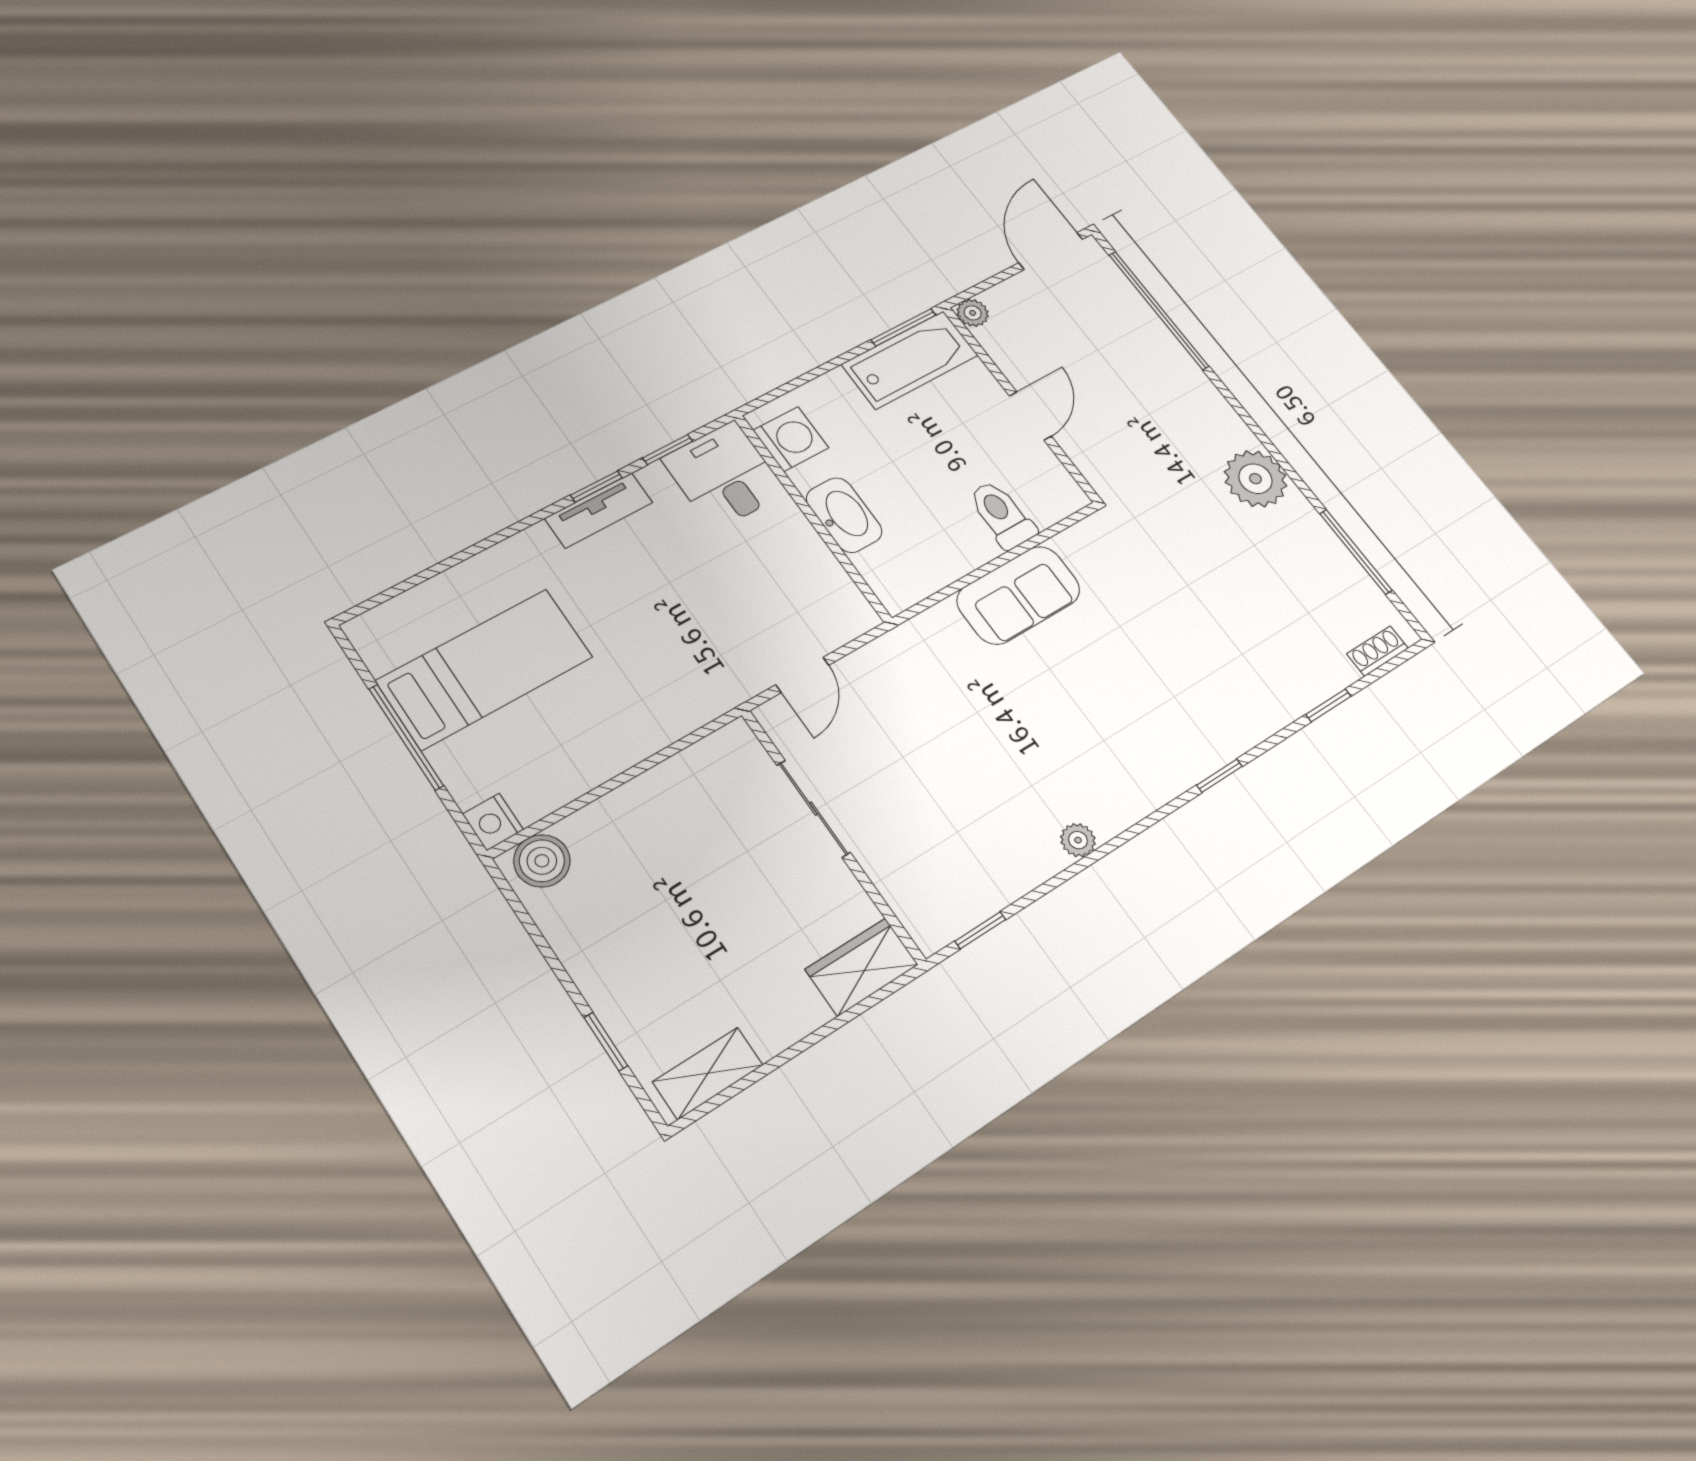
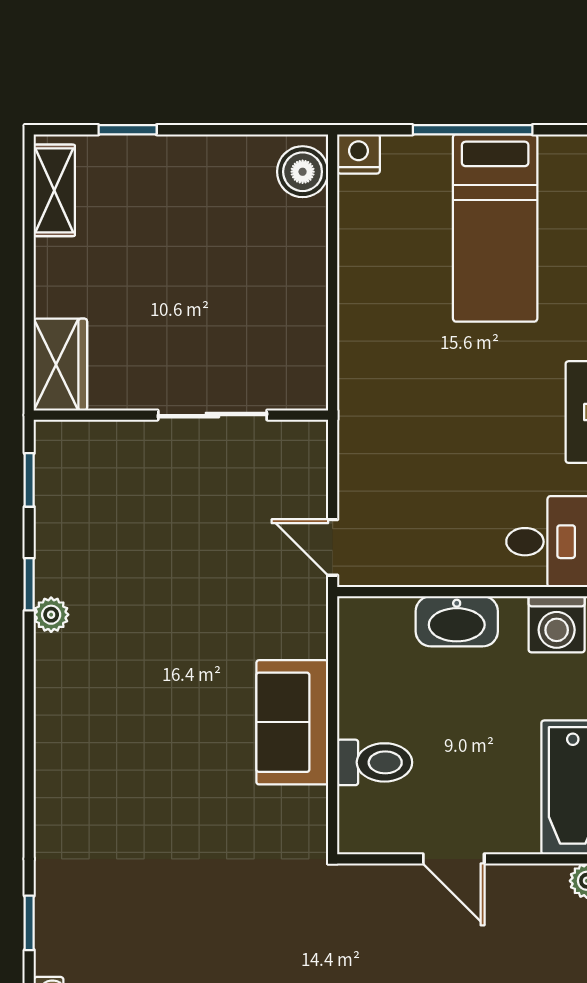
door: (802, 675) -> (333, 547), moved
window: (1219, 776) -> (29, 584), moved

